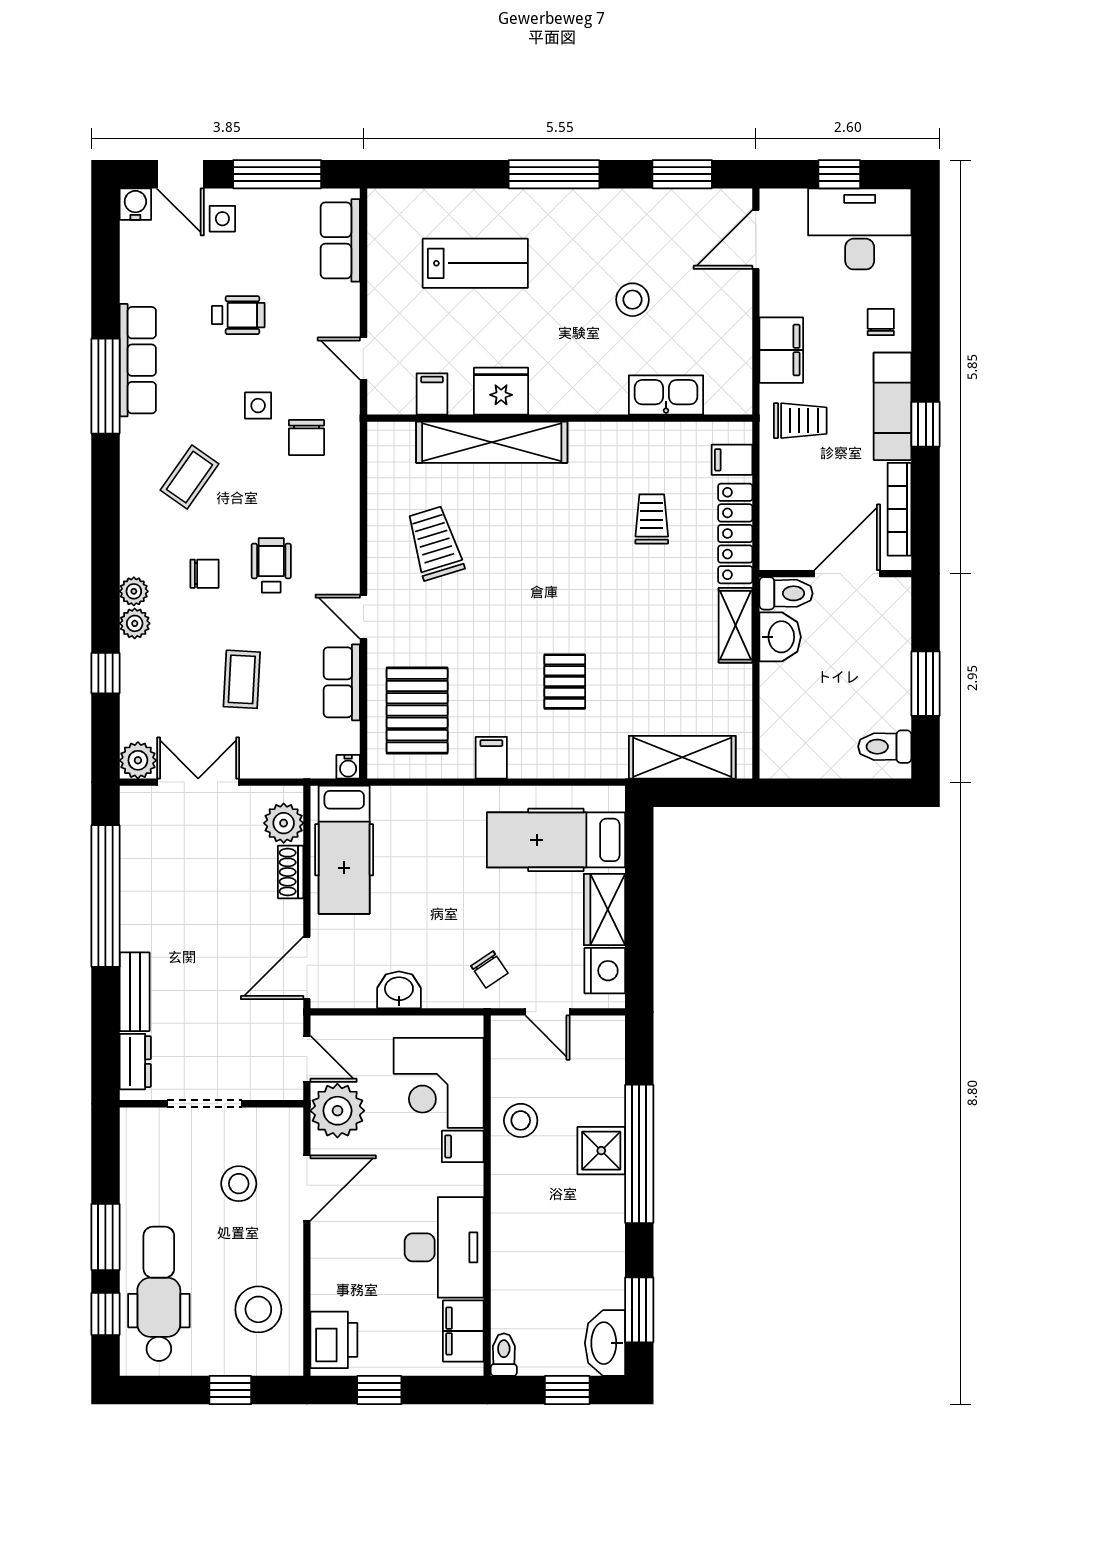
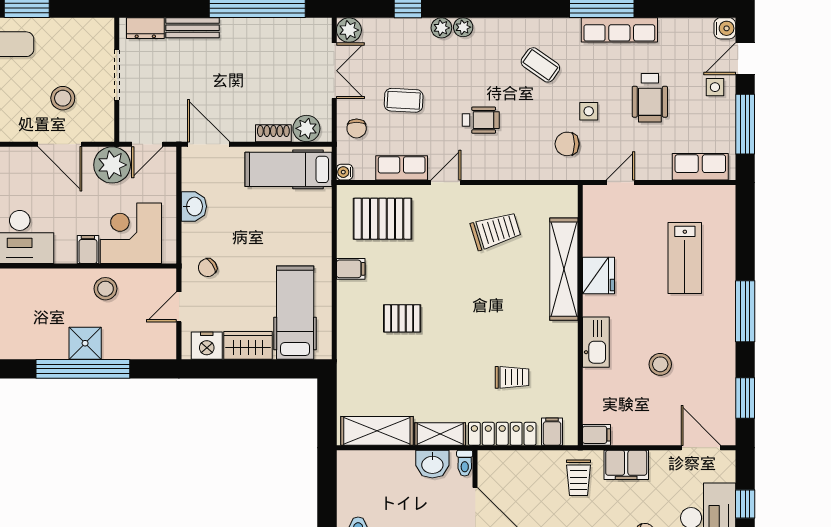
wheelchair: (238, 315) -> (650, 98), width x1.36, depth x1.37
filing cabinet: (432, 394) -> (597, 435), moved
kitchen sink: (666, 395) -> (596, 342), moved
chair: (205, 574) -> (357, 128), moved
toilet: (786, 593) -> (465, 463), width x0.73, depth x0.72
shelving: (682, 757) -> (377, 431), moved, turned 90

